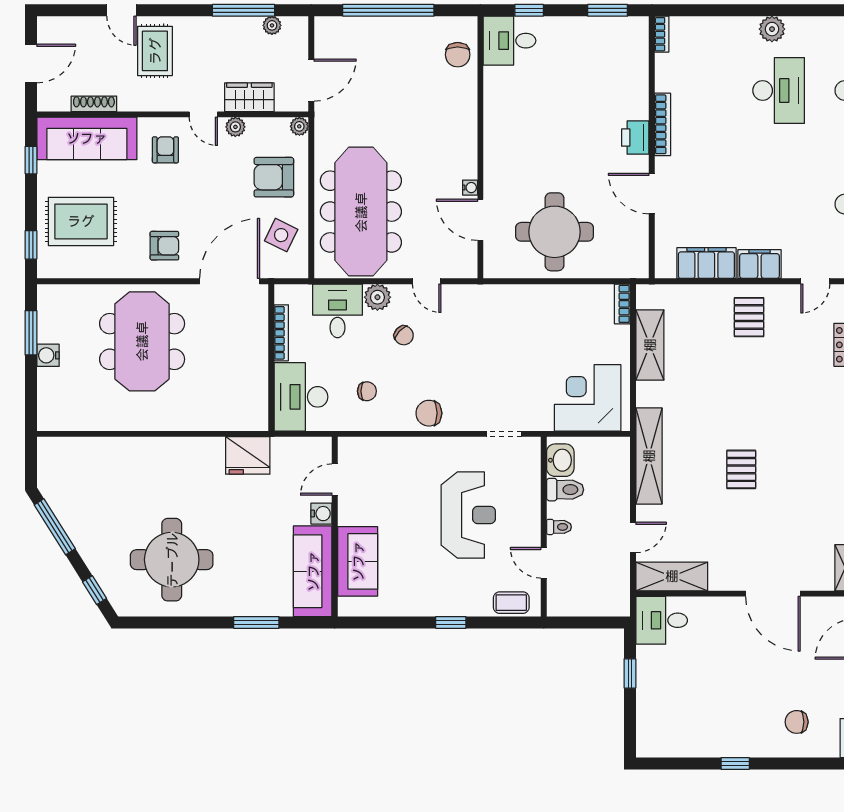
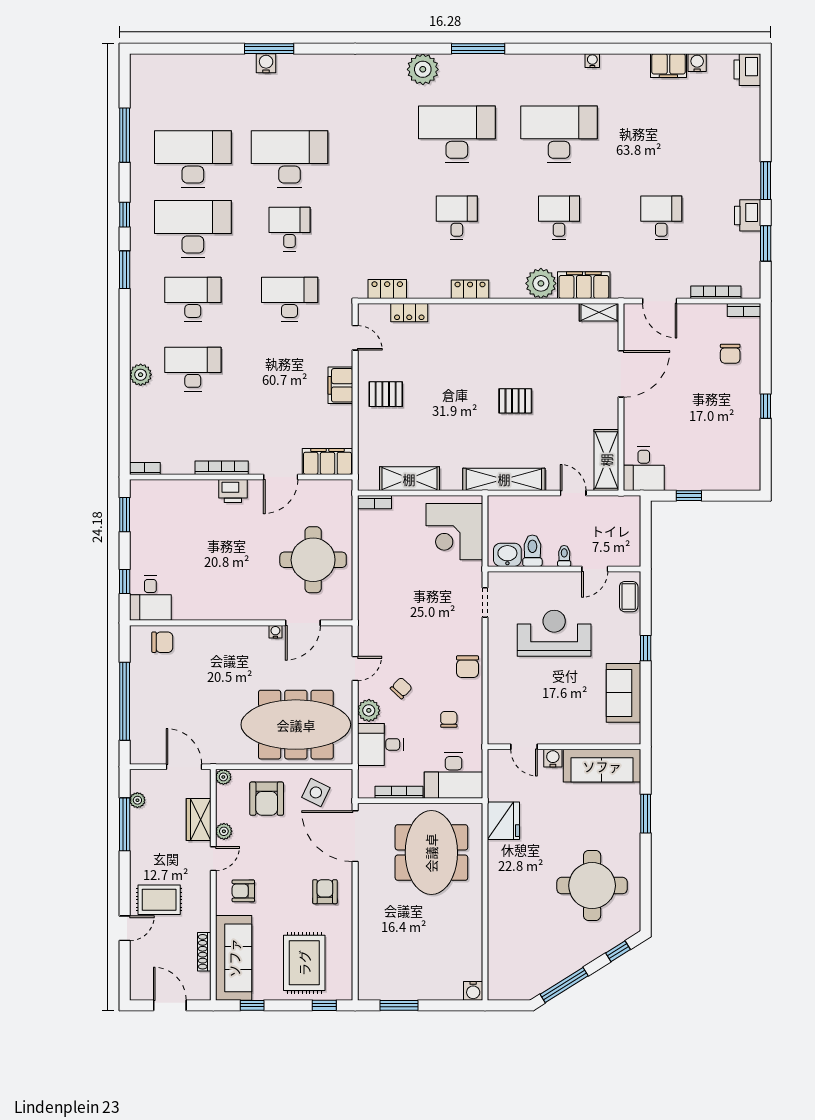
filing cabinet: (706, 263) -> (328, 461), moved, turned 90
meeting table: (142, 341) -> (431, 853), moved, turned 90
water cooler: (48, 355) -> (473, 991), moved
sofa: (358, 561) -> (624, 693), moved, turned -90

